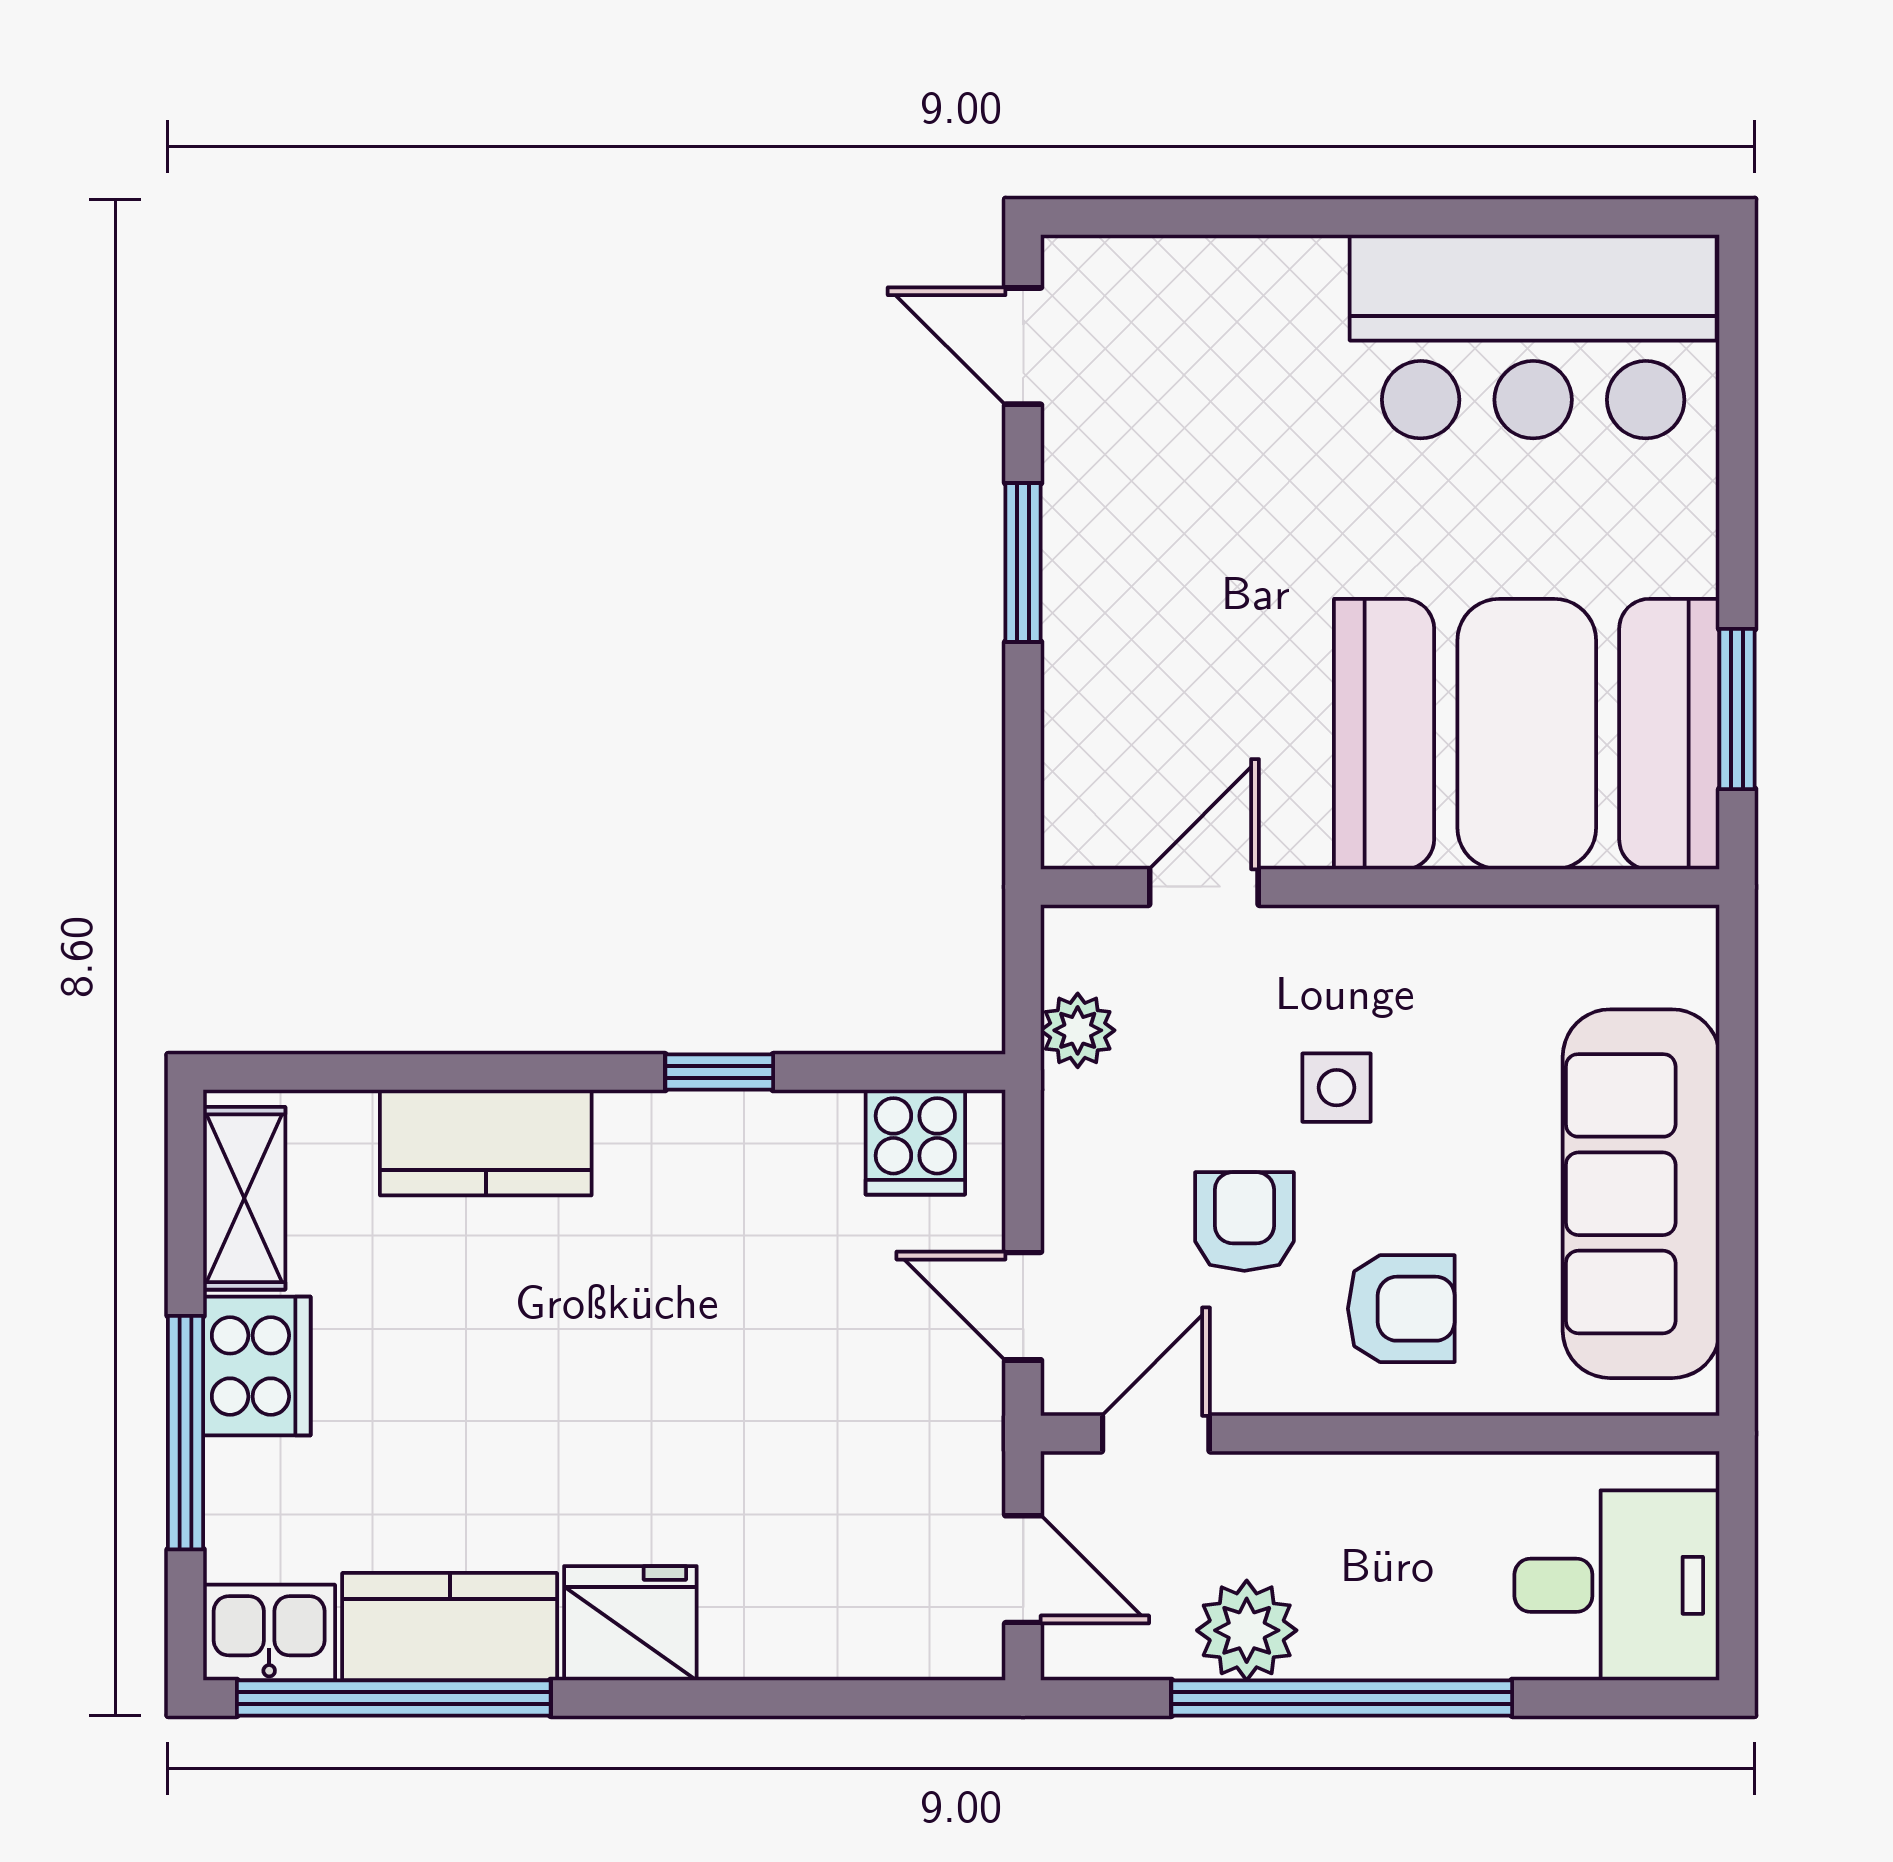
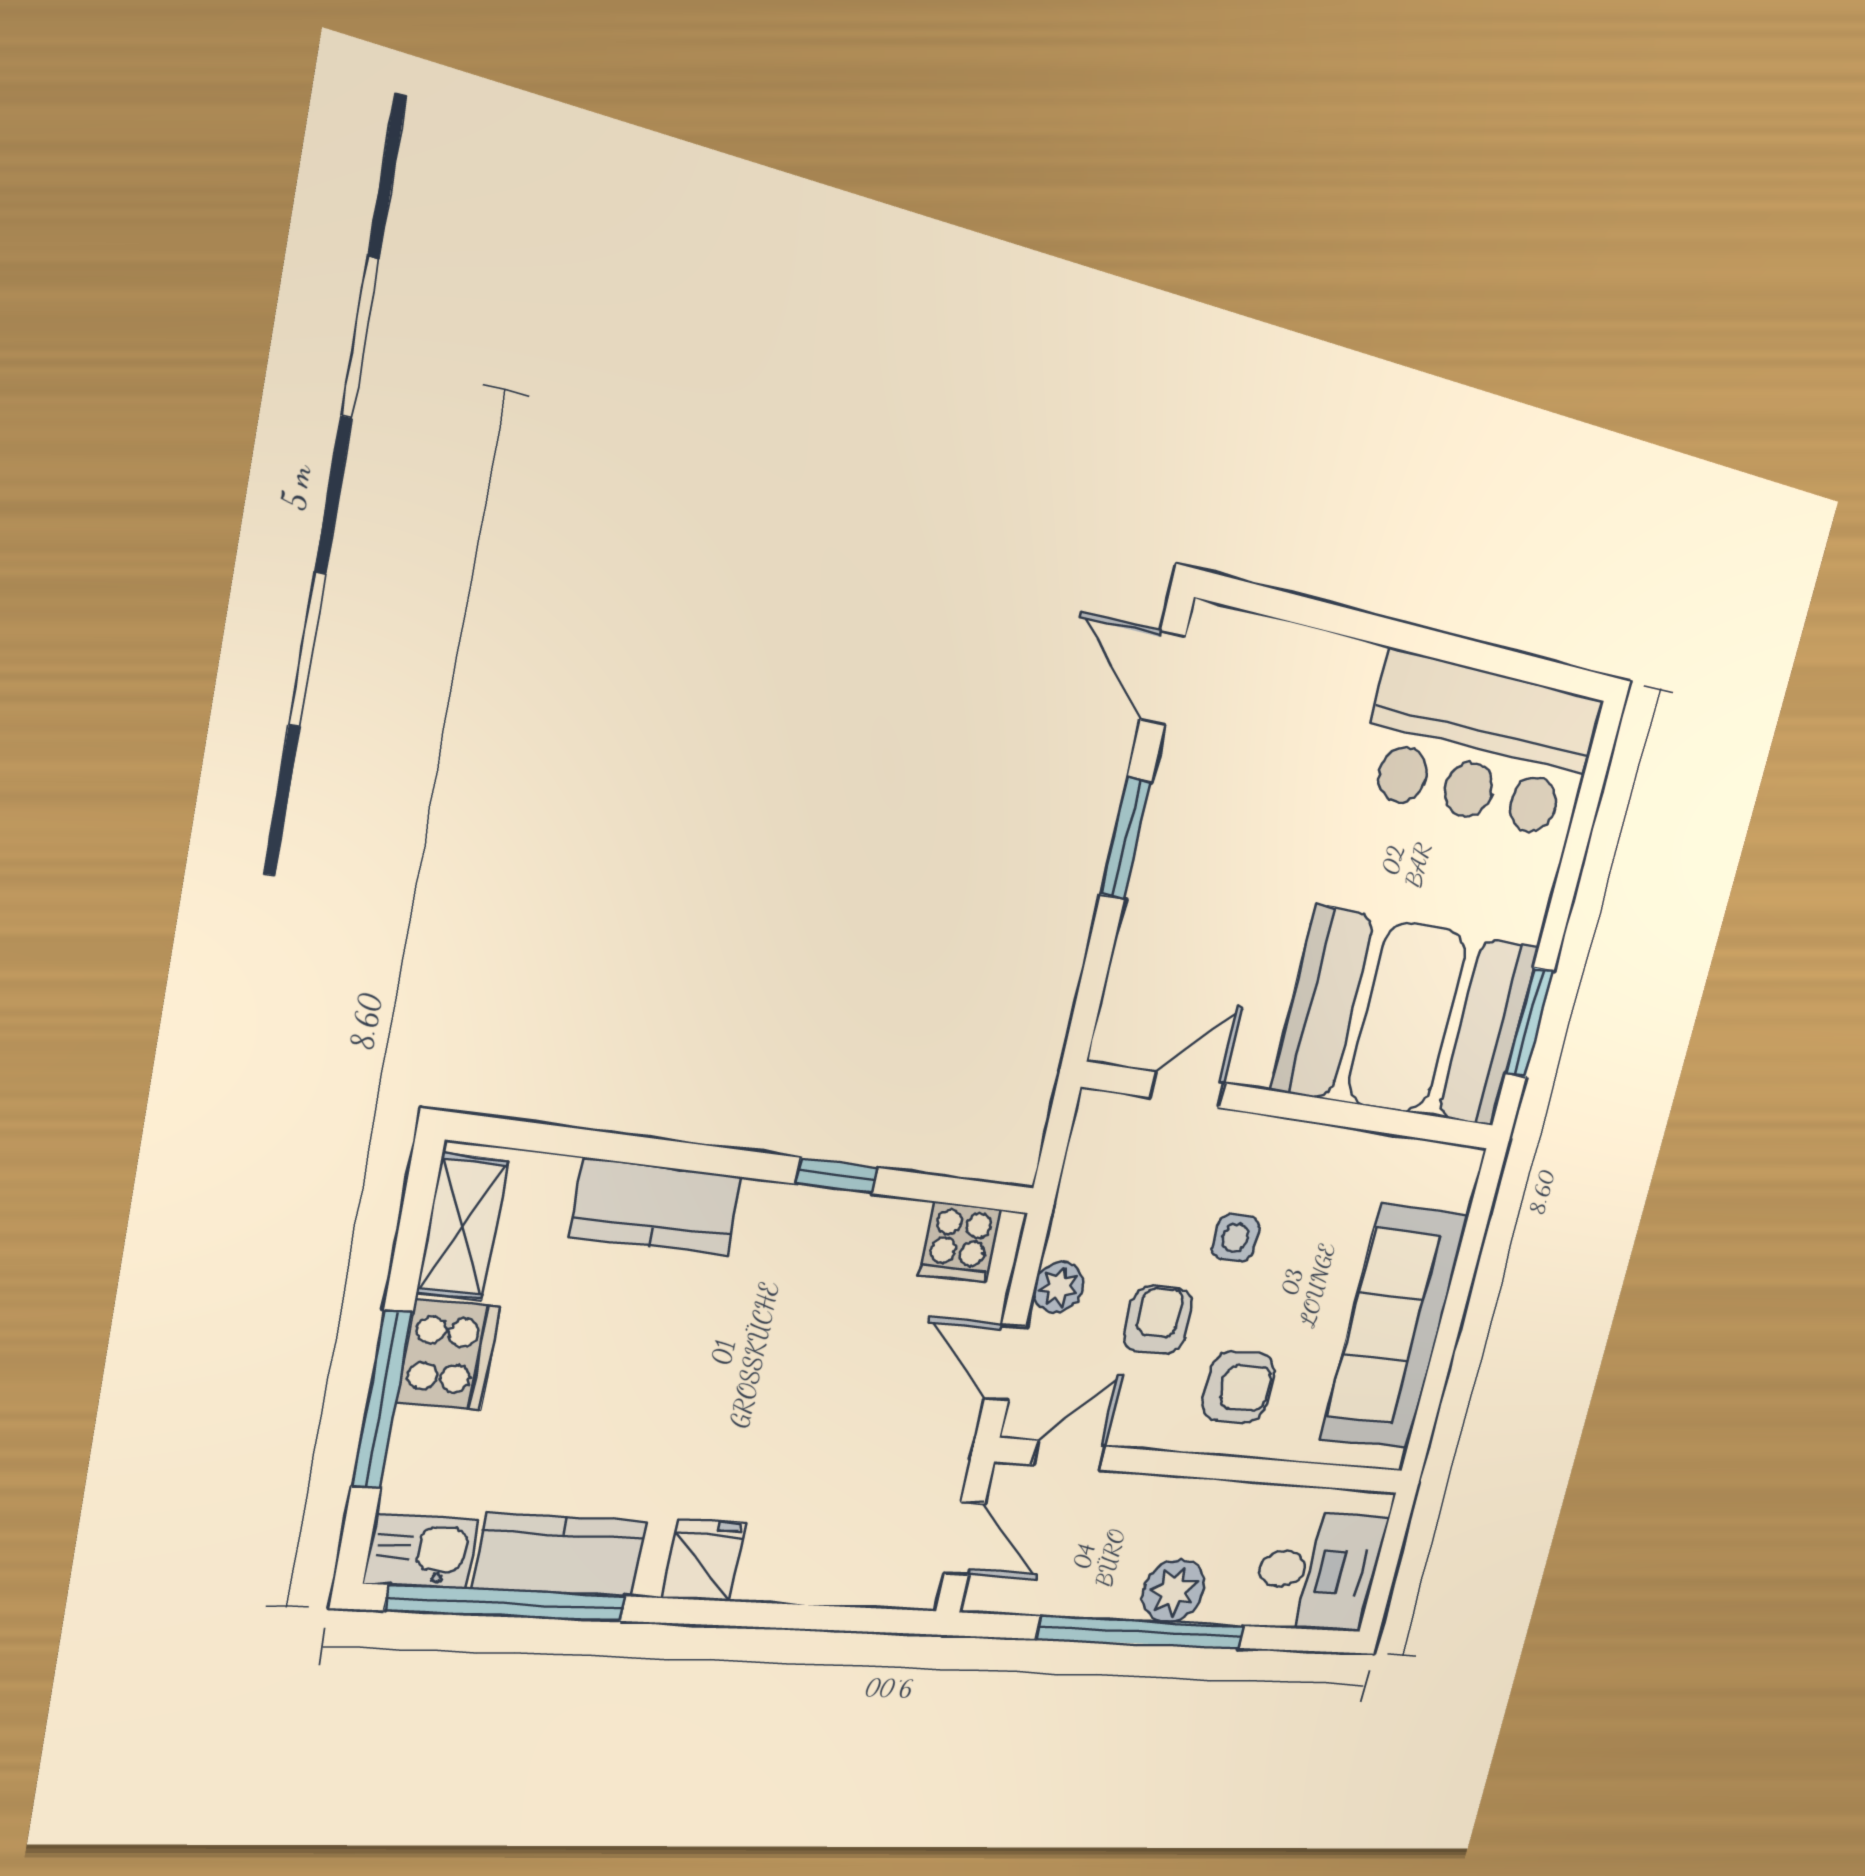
plant: (1078, 1030) -> (1059, 1287), moved
fridge: (630, 1623) -> (704, 1560), width x0.72
plant: (1247, 1630) -> (1173, 1591), moved

